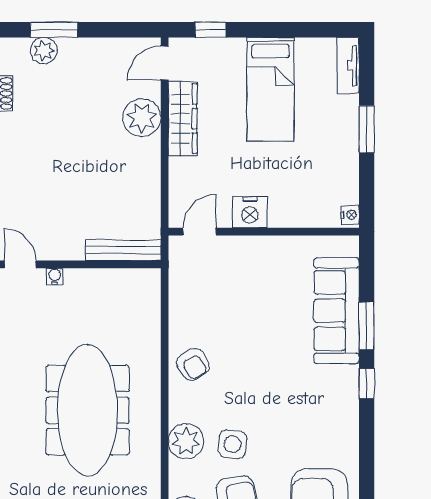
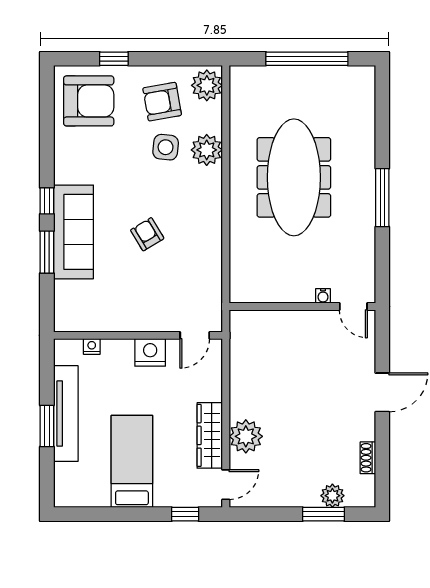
tv unit: (348, 65) -> (66, 414), moved, width x1.92, depth x1.29
nightstand: (350, 215) -> (92, 347), moved, turned 90
bench: (123, 250) -> (262, 319), removed
sofa: (336, 311) -> (73, 232), moved
armchair: (193, 364) -> (147, 234), moved

